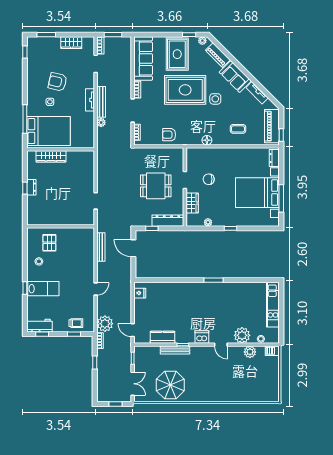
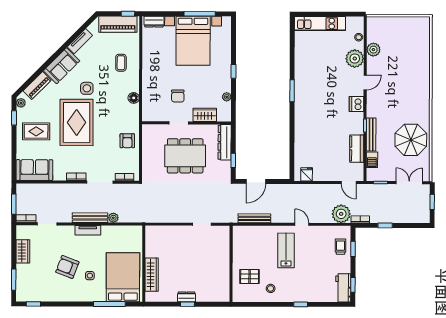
rug: (177, 54) -> (36, 131), width x0.73, depth x0.70
sofa: (143, 59) -> (34, 170), width x0.73
armchair: (58, 82) -> (67, 267), turned 98
dining table: (156, 186) -> (185, 156), width x1.38
lab bench: (43, 289) -> (286, 250), moved
door: (133, 330) -> (349, 183), hinge flipped
barbecue: (272, 351) -> (372, 160), moved

